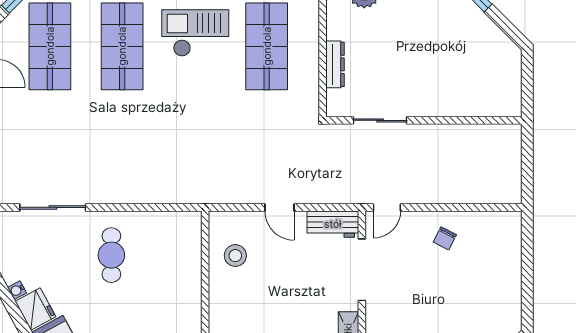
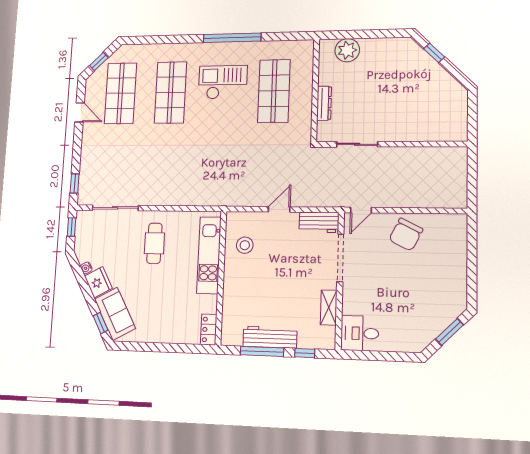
door: (280, 207) -> (279, 209), swing flipped
chair: (445, 238) -> (406, 235), width x1.87, depth x1.87
kitchen unit: (187, 270) -> (209, 255), added

